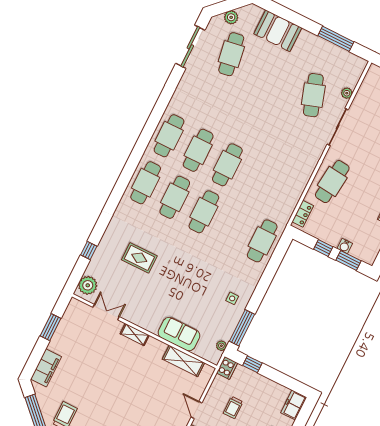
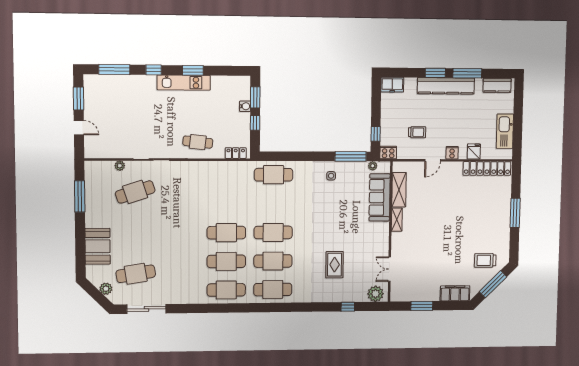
cafe table: (332, 182) -> (198, 142), width x0.73, depth x0.74
sofa: (179, 334) -> (380, 197), width x1.36
shelving: (135, 335) -> (397, 220), moved

